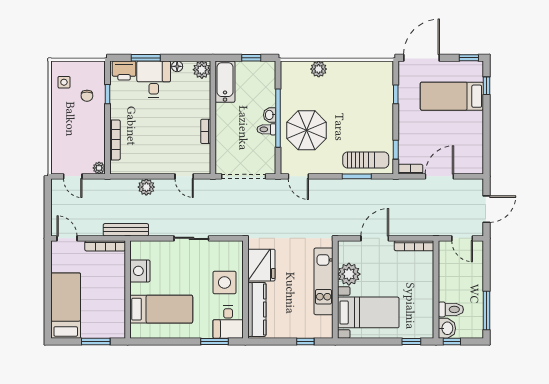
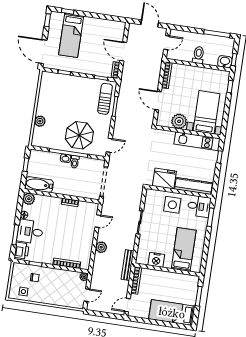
kitchen unit: (324, 281) -> (197, 141), moved
toilet: (451, 309) -> (198, 55), moved

